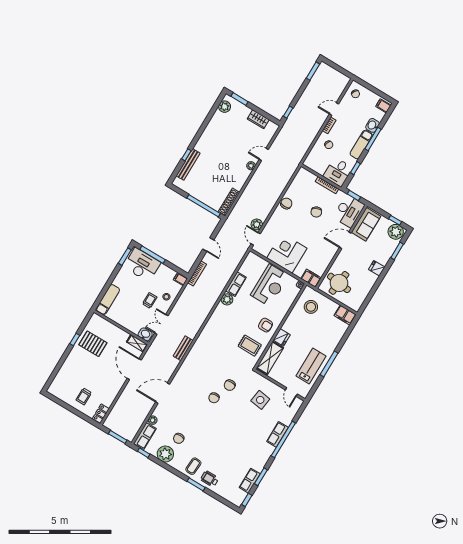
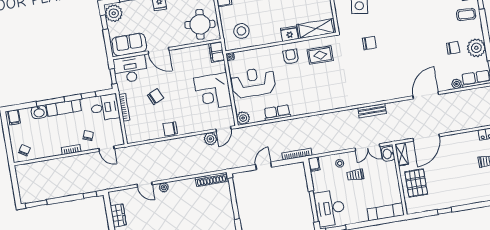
door: (334, 109) -> (107, 149), moved
plant: (227, 299) -> (243, 118), moved
pallet: (93, 344) -> (416, 183), moved
rug: (250, 346) -> (320, 55), turned 90
door: (163, 393) -> (426, 95), swing flipped
chair: (214, 398) -> (392, 47), removed

